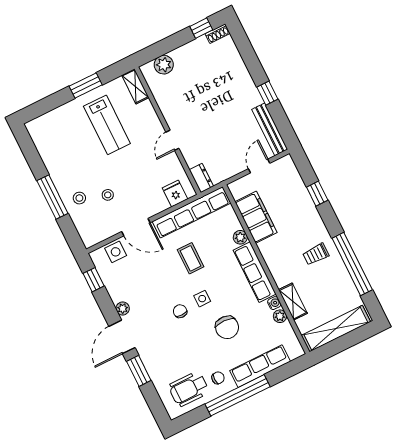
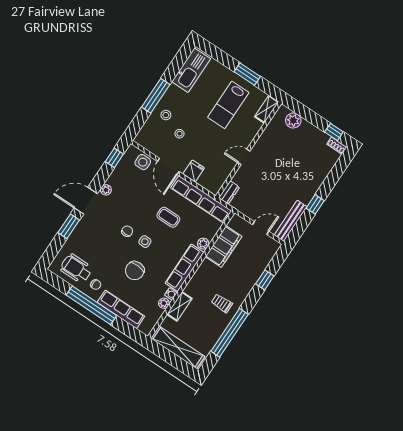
kitchen sink: (47, 143) -> (191, 70), added
fridge: (175, 194) -> (194, 171), moved
coffee table: (191, 258) -> (168, 217), turned 90

